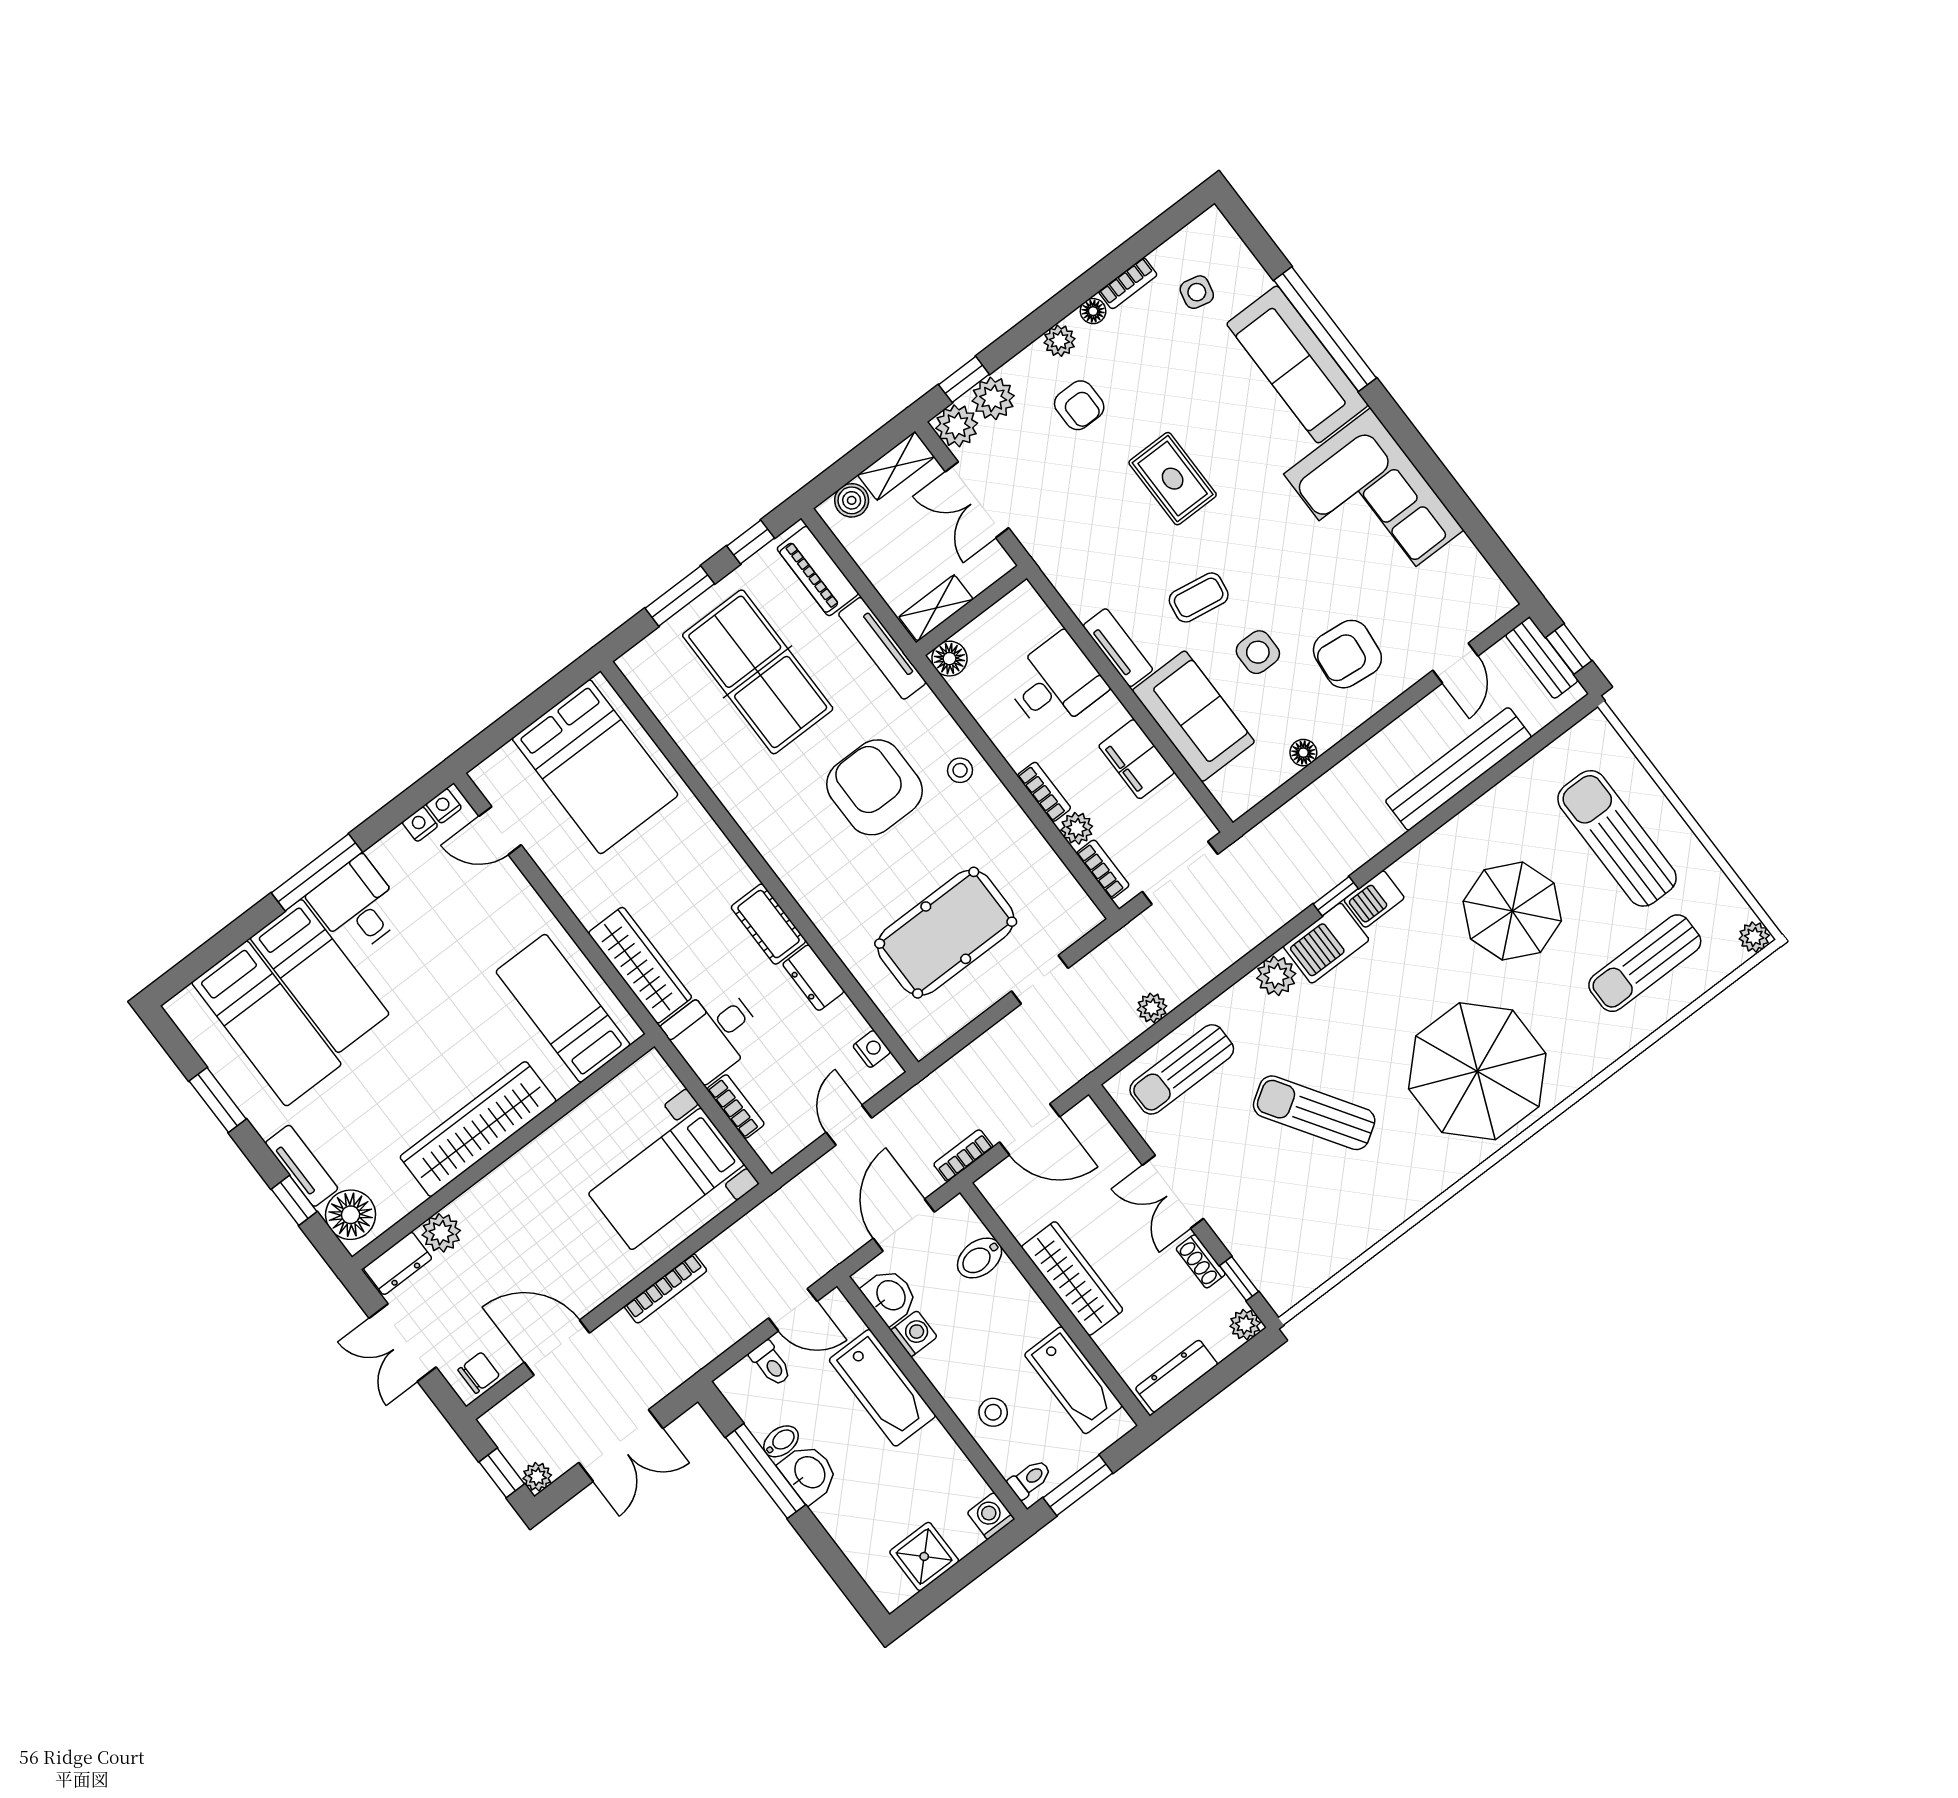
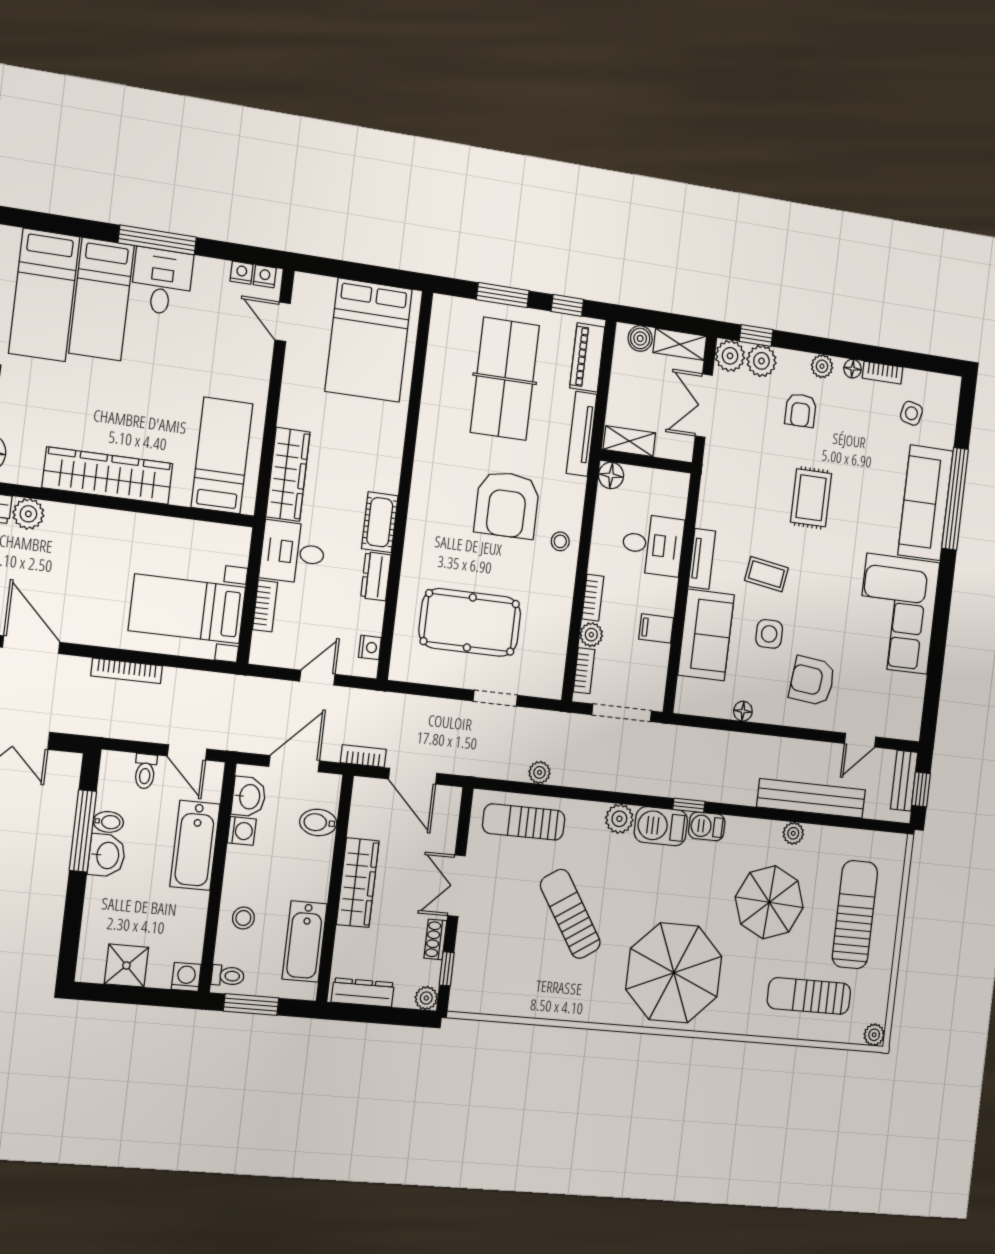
filing cabinet: (1137, 759) -> (656, 628), width x0.50
armchair: (874, 787) -> (507, 505), turned 180
plant: (1472, 821) -> (793, 833), added

